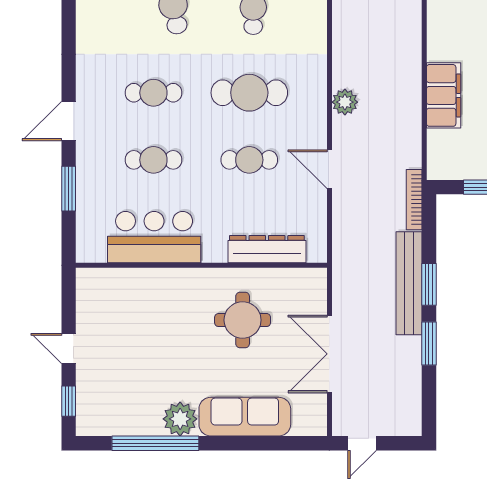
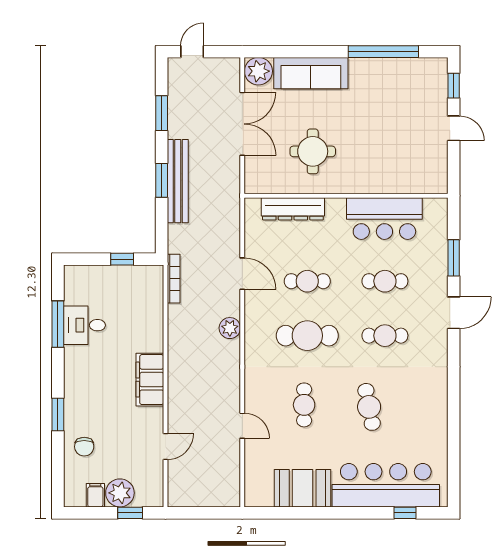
filing cabinet: (444, 95) -> (150, 380), moved
bookcase: (414, 200) -> (174, 279), moved
window: (429, 344) -> (162, 113), moved
plant: (180, 419) -> (258, 71), moved
door: (362, 443) -> (192, 52), moved

